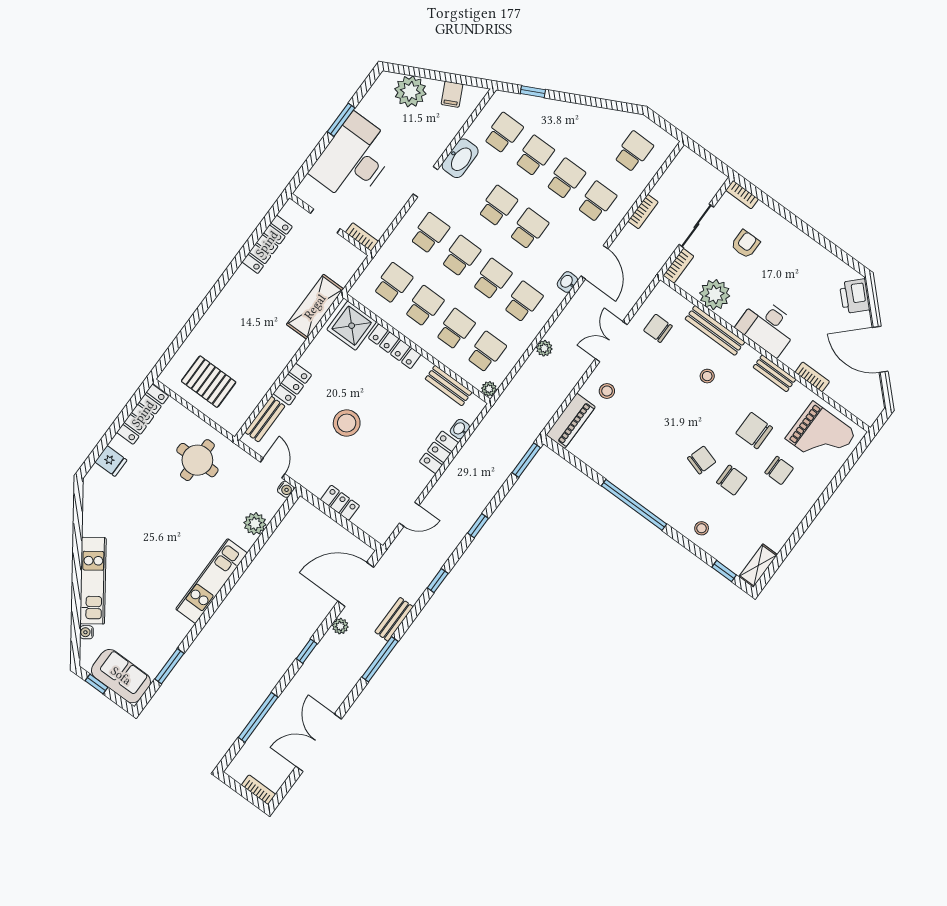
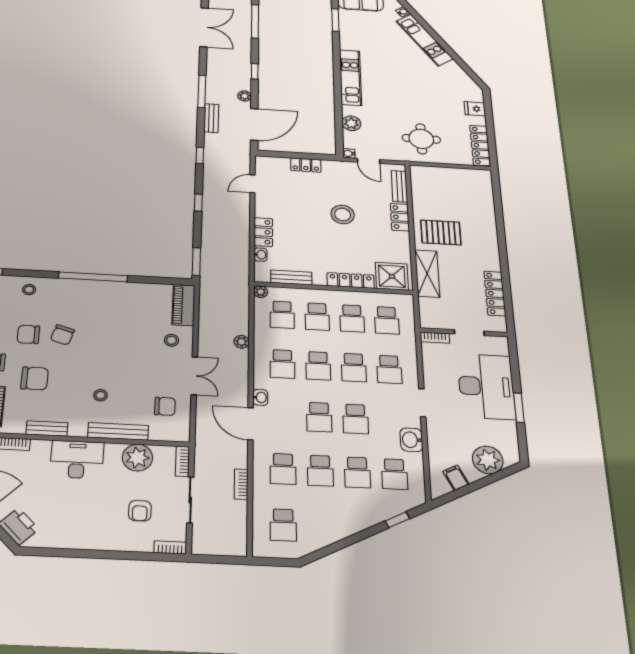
washbasin: (460, 158) -> (411, 440), width x0.72
pallet: (209, 382) -> (441, 233), moved

